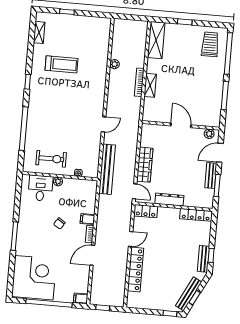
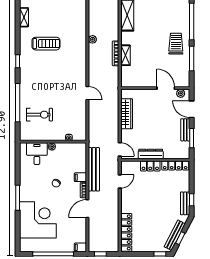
trolley: (210, 44) -> (176, 44), moved
door: (104, 124) -> (87, 93), hinge flipped
door: (181, 125) -> (166, 88), moved
door: (220, 153) -> (192, 109), hinge flipped
exercise bike: (51, 159) -> (40, 115), moved
wardrobe: (145, 165) -> (127, 114), moved
bench: (107, 169) -> (94, 169), moved
locker: (146, 211) -> (150, 166), moved
door: (131, 239) -> (120, 181), moved
locker: (135, 269) -> (126, 232), moved
corner desk: (34, 278) -> (38, 220), moved

